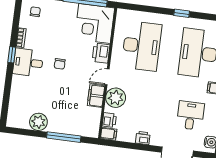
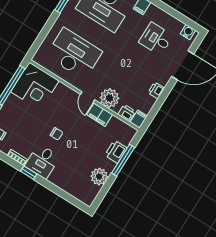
printer: (101, 53) -> (116, 152), moved, turned 90

